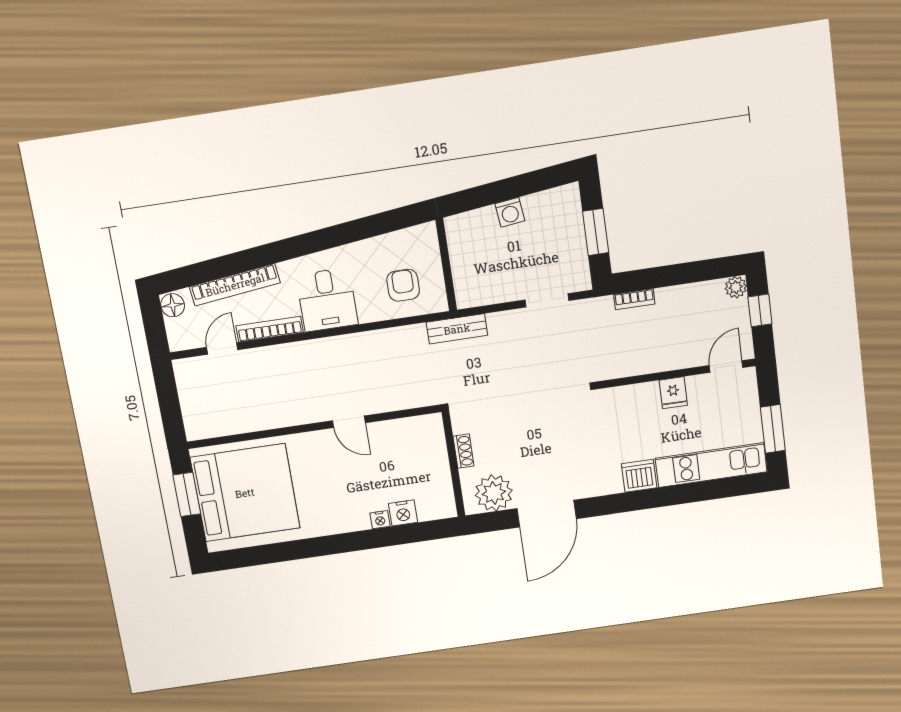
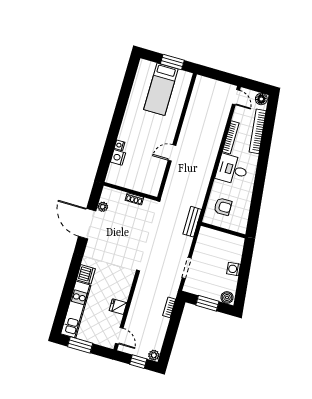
boiler: (569, 200) -> (227, 297), added
door: (222, 349) -> (236, 97), moved
bed: (245, 493) -> (161, 89), width x0.49
plant: (494, 493) -> (103, 207), width x0.53, depth x0.53

